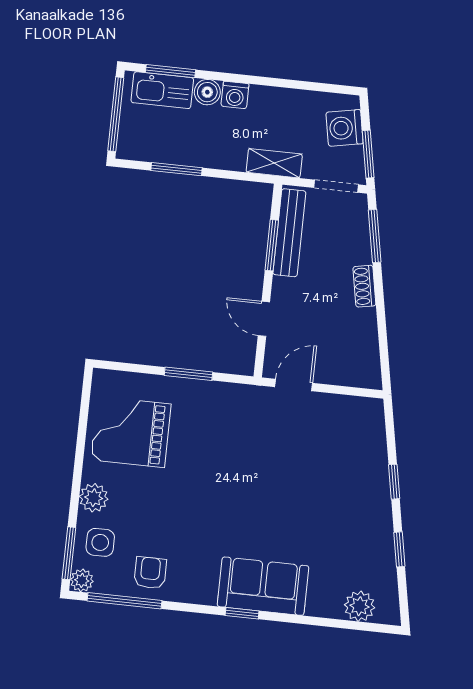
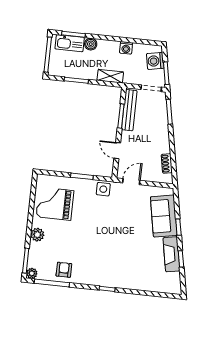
washing machine: (235, 95) -> (126, 48), moved
shelving: (274, 163) -> (110, 76), moved
shoe rack: (364, 286) -> (167, 163), moved
fireplace: (379, 540) -> (171, 254), added
side table: (100, 542) -> (103, 189), moved
sofa: (263, 586) -> (164, 216), moved, turned -101
plant: (360, 606) -> (162, 286), removed

